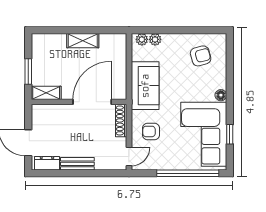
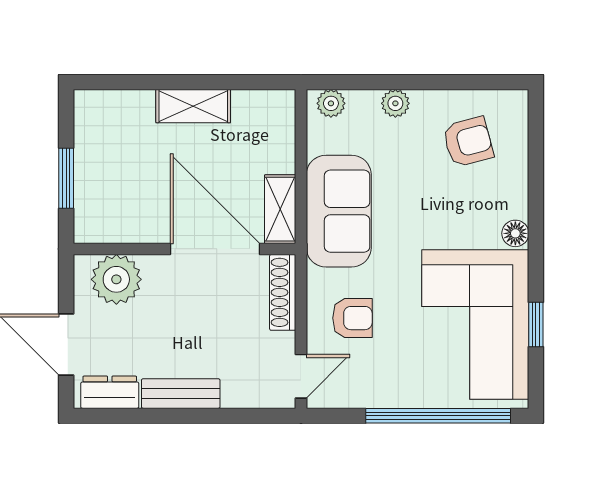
plant: (155, 39) -> (395, 103), moved
shelving: (46, 93) -> (280, 209), moved, turned 90
door: (92, 102) -> (215, 249), hinge flipped
plant: (50, 115) -> (116, 279), added
armchair: (151, 131) -> (352, 318), turned 180

